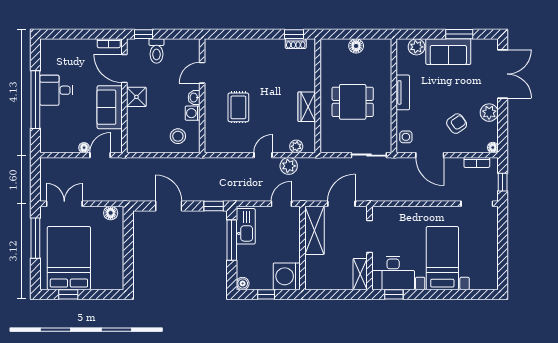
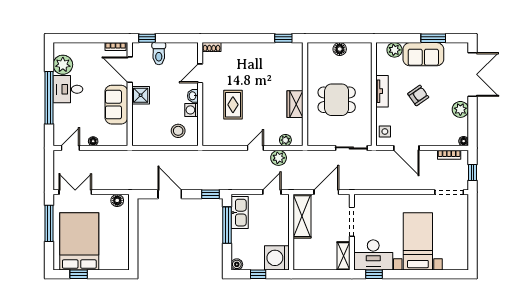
shoe rack: (296, 44) -> (212, 47), moved
plant: (51, 63) -> (63, 65), added
armchair: (457, 124) -> (418, 95), moved
door: (100, 155) -> (70, 148), moved

